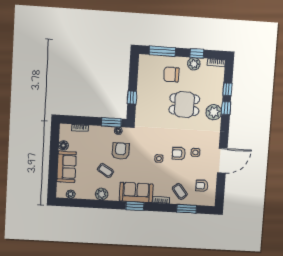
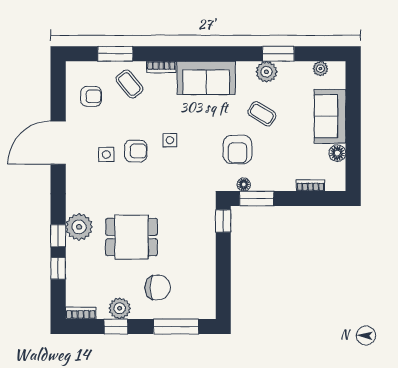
window: (132, 98) -> (223, 221), moved
window: (135, 206) -> (278, 54), moved

